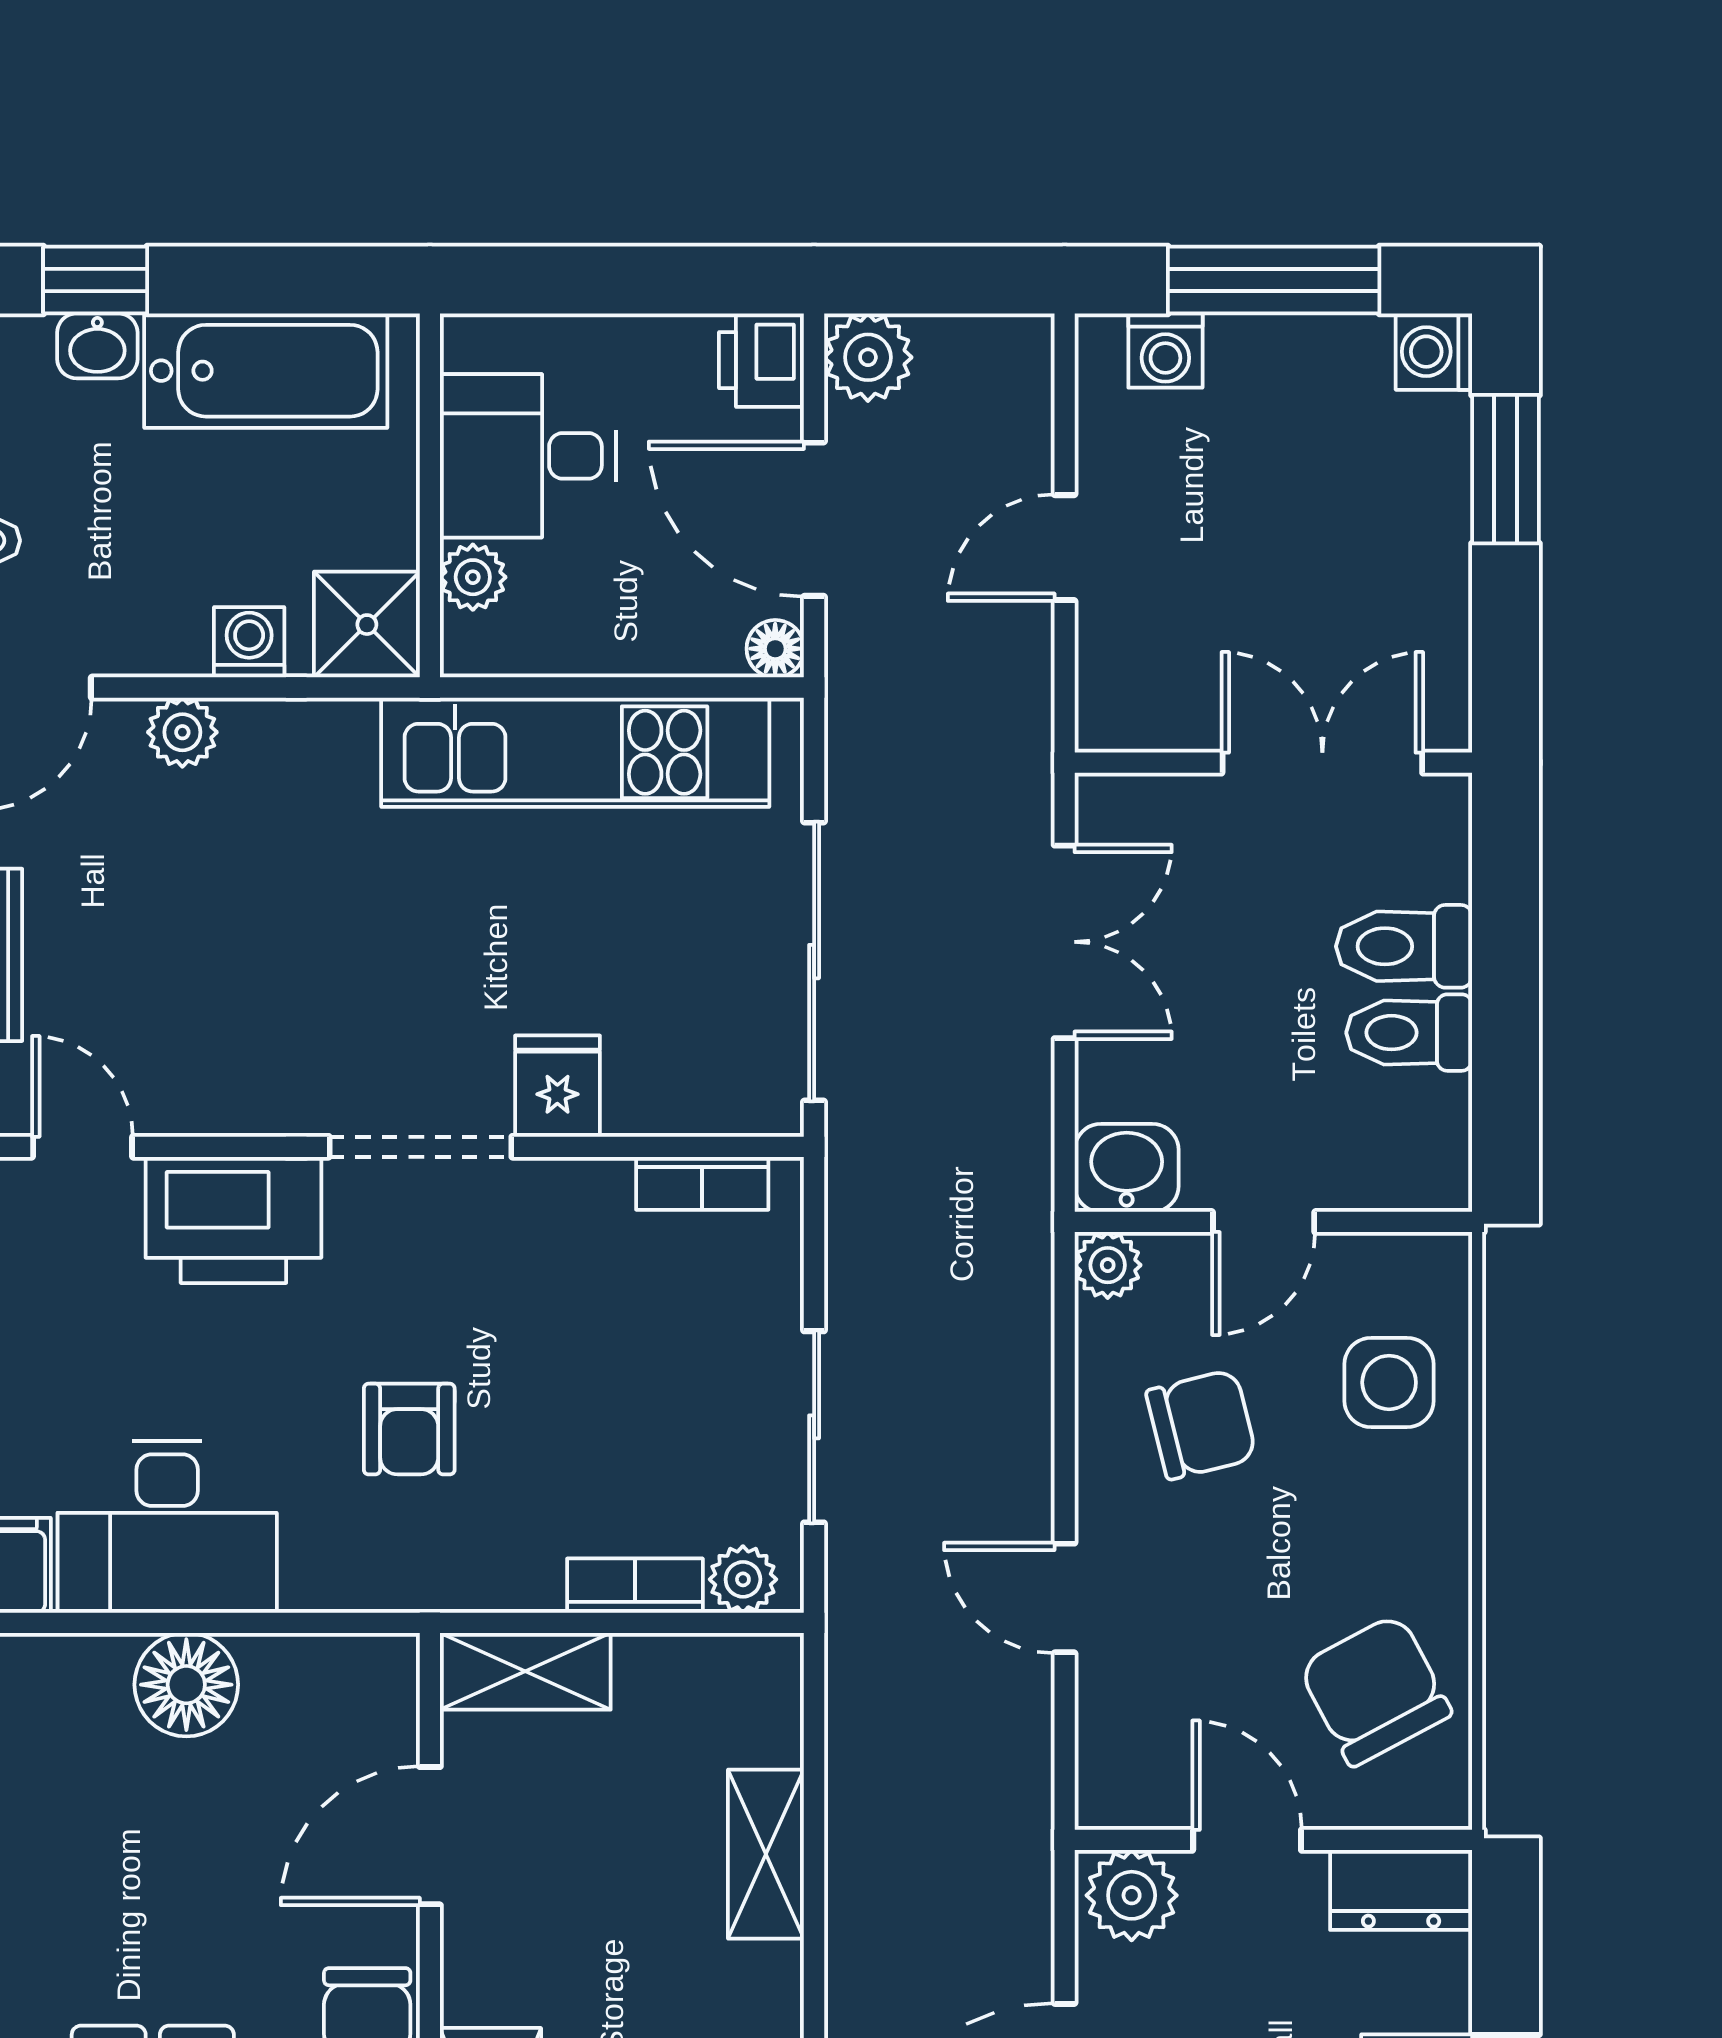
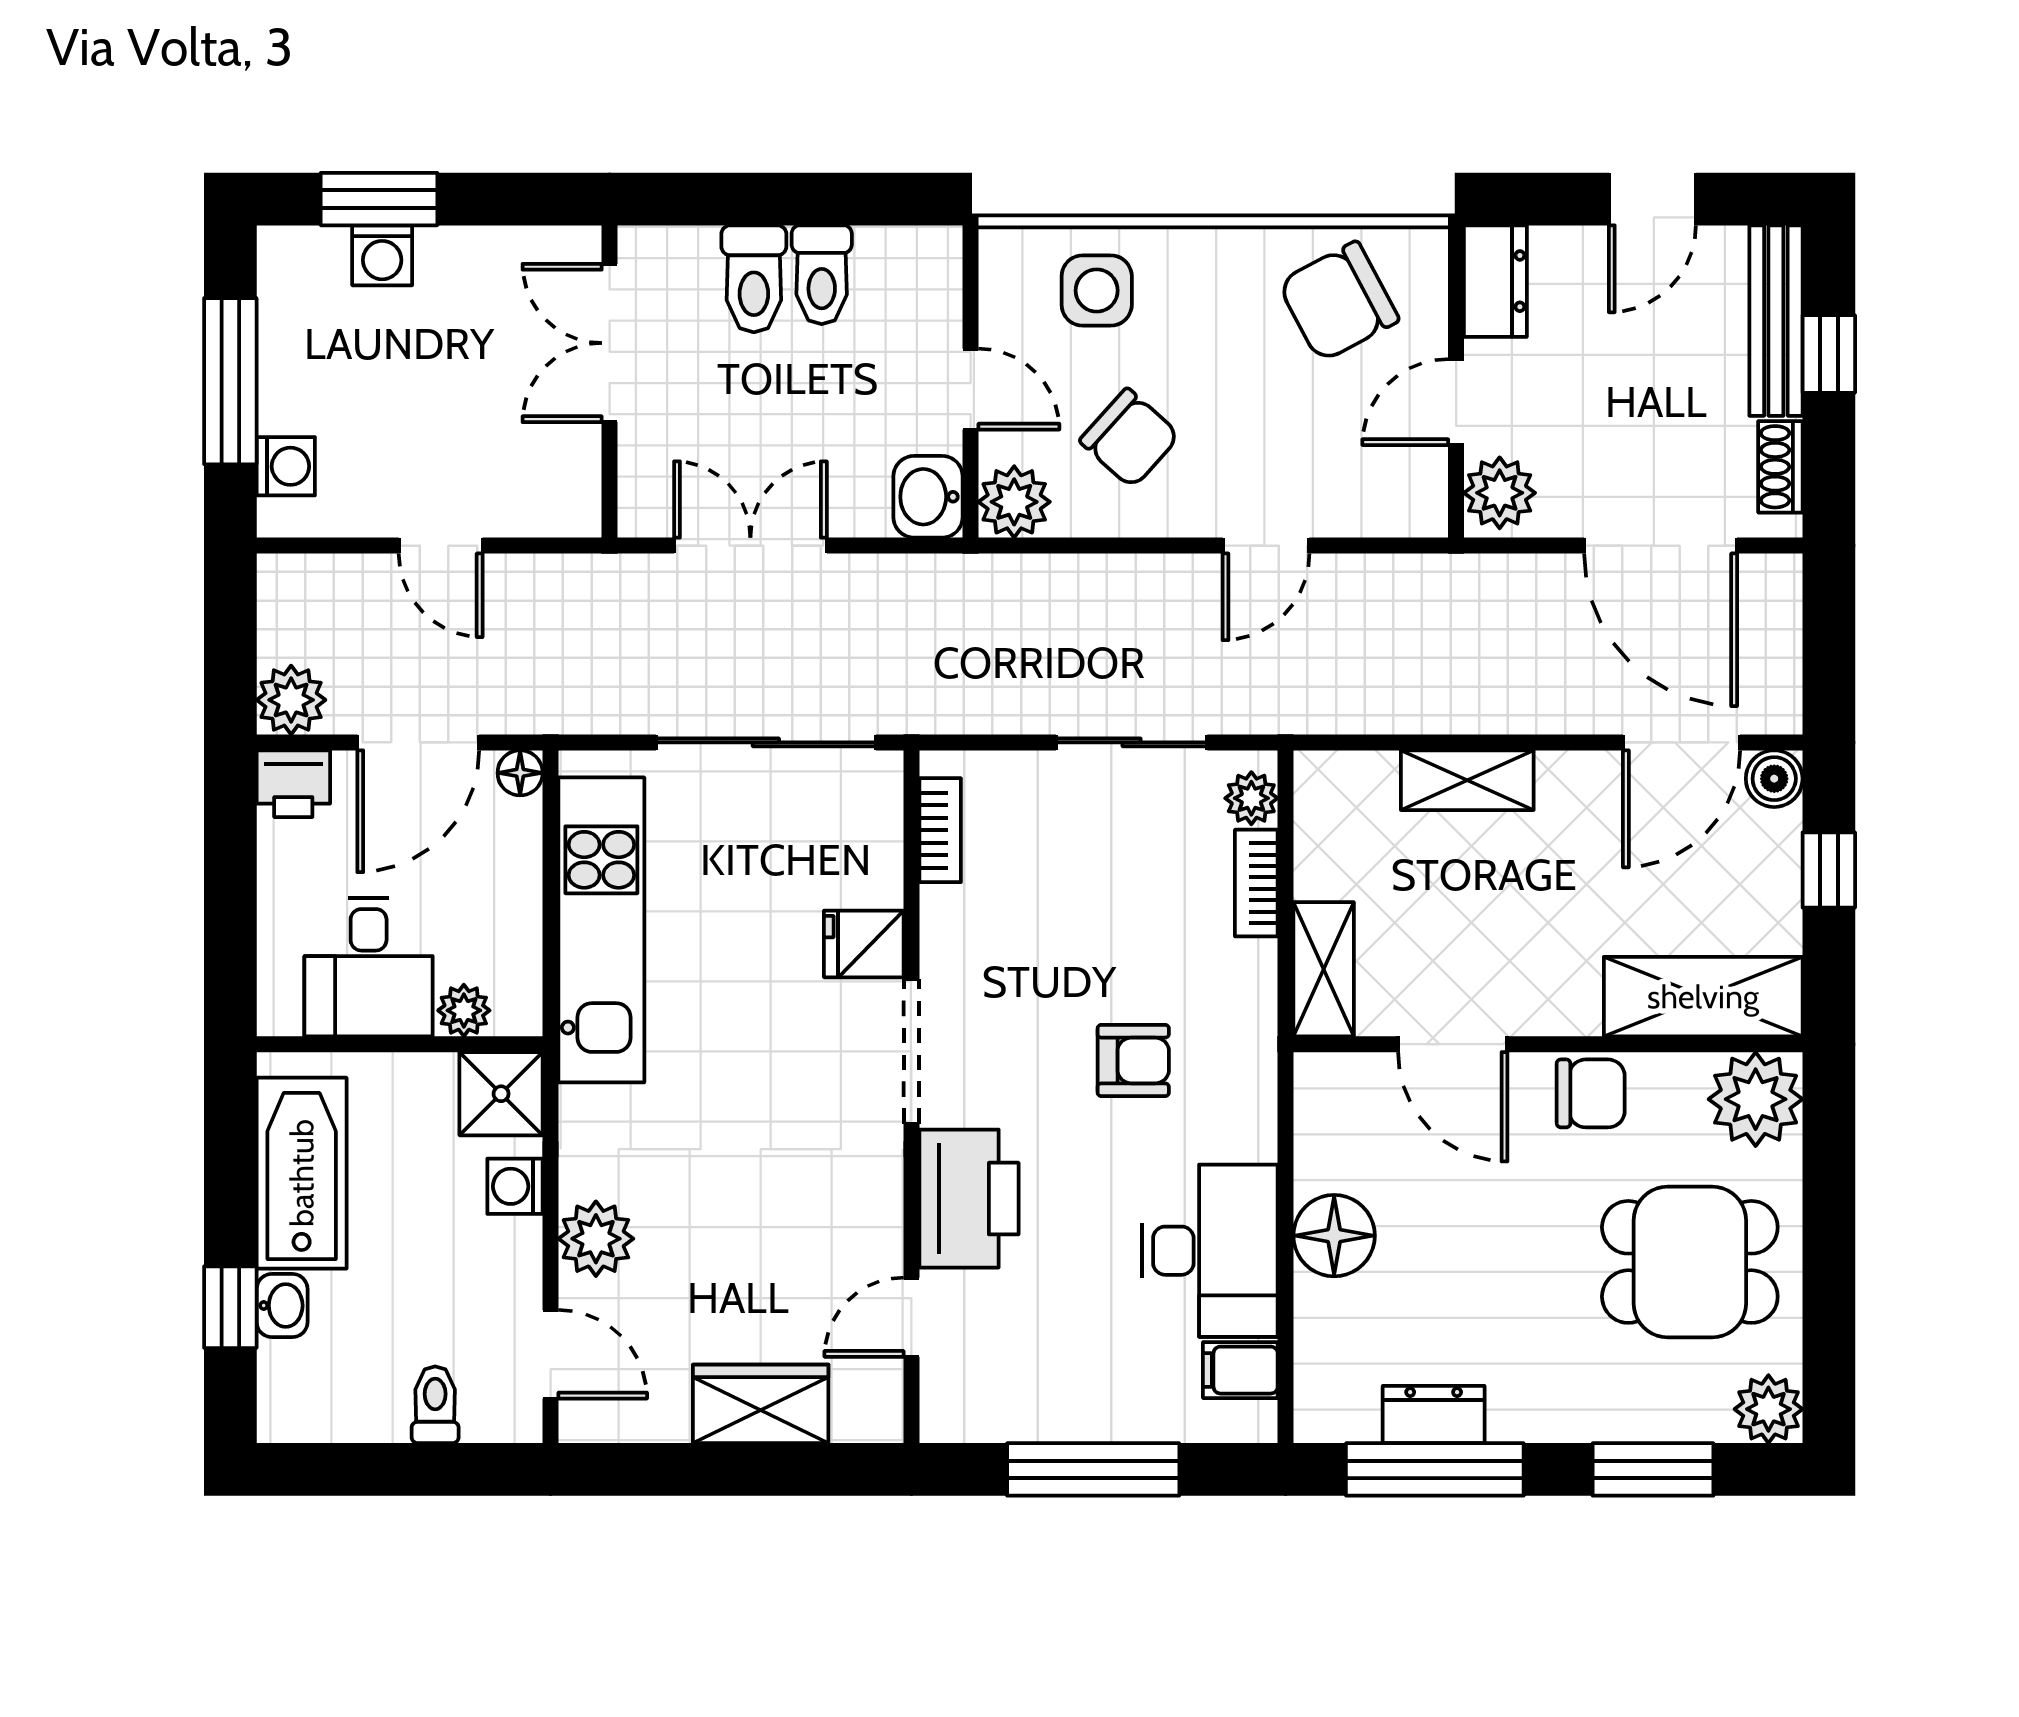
washing machine: (1434, 352) -> (382, 255), moved
plant: (182, 732) -> (596, 1239), width x1.38, depth x1.38
plant: (1108, 1265) -> (1014, 502), width x1.38, depth x1.38
chair: (1201, 1424) -> (1130, 438), turned 146

